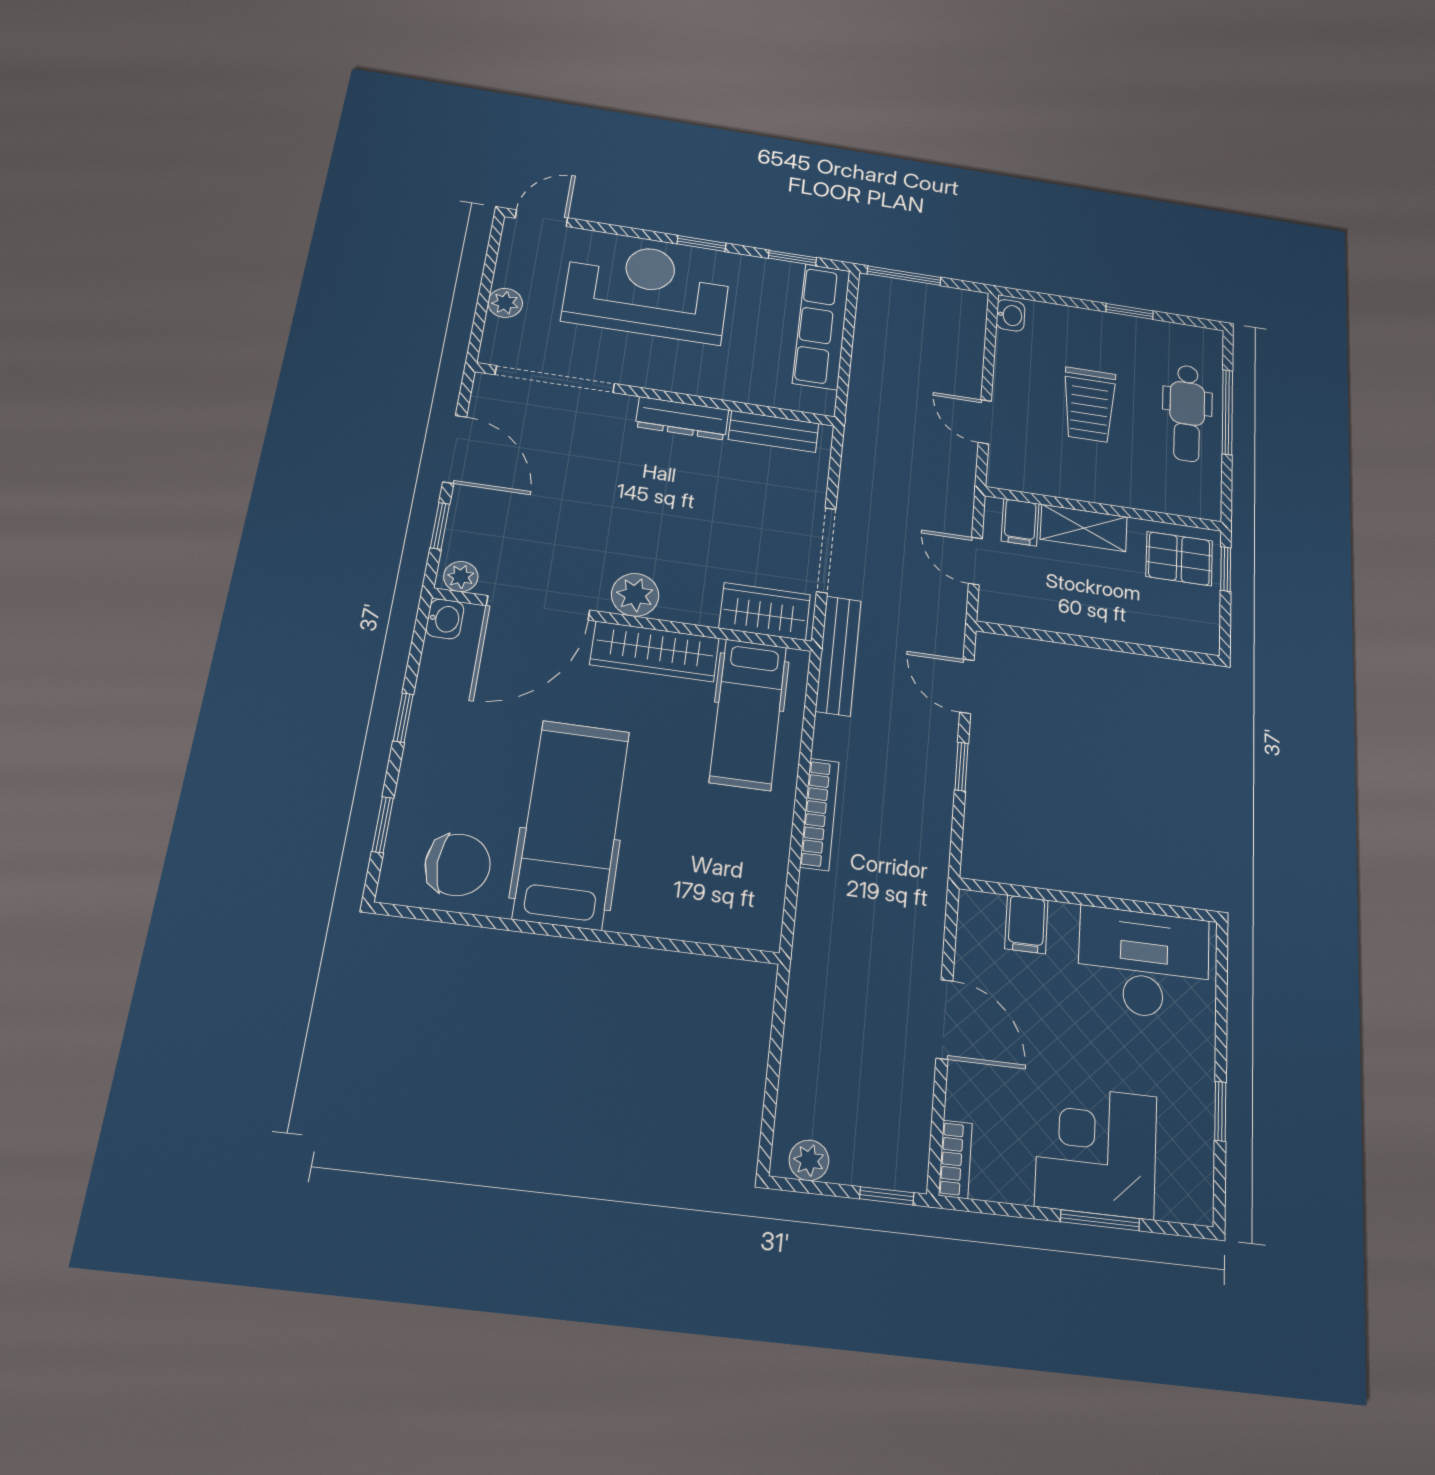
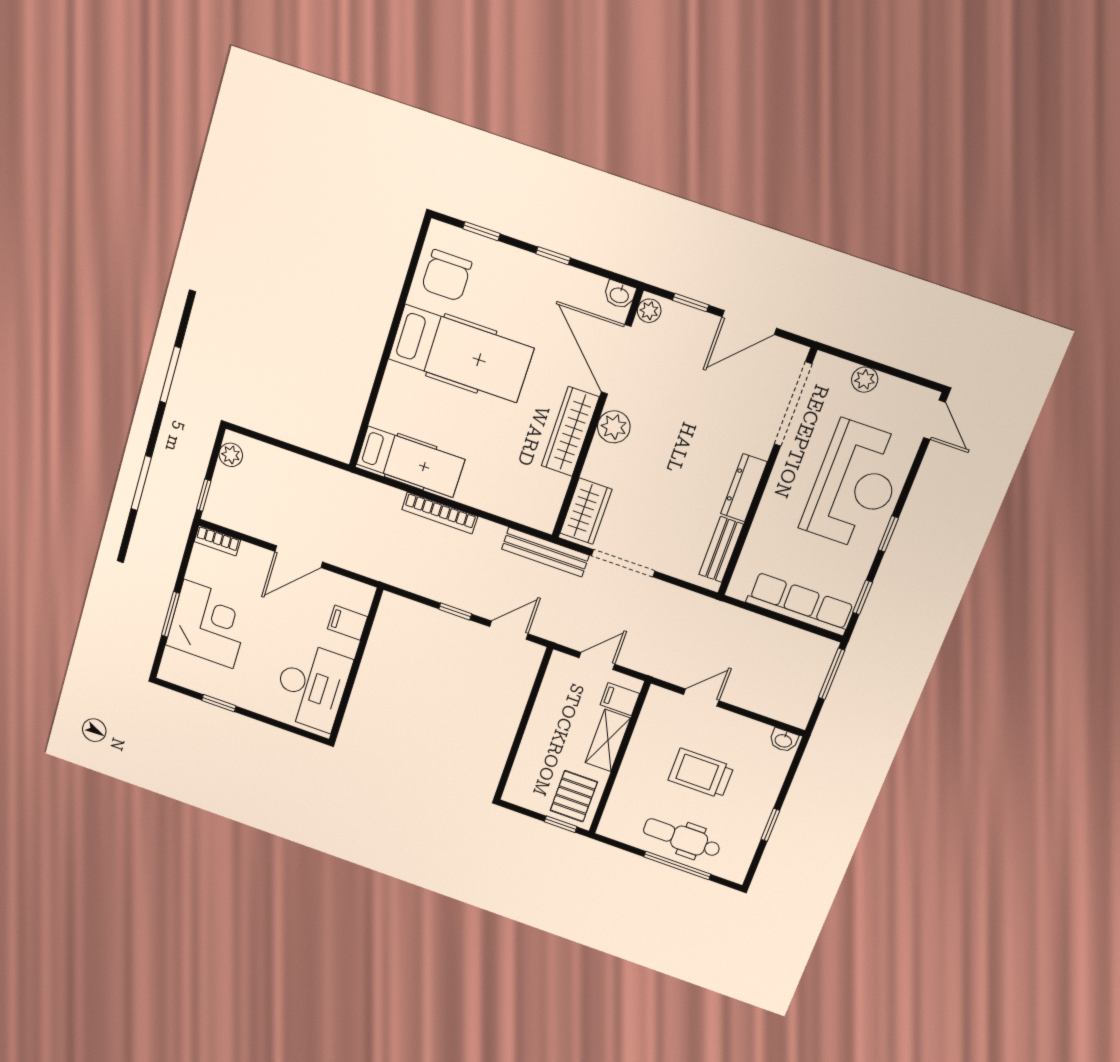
hospital bed: (748, 714) -> (410, 462), moved, turned 180

